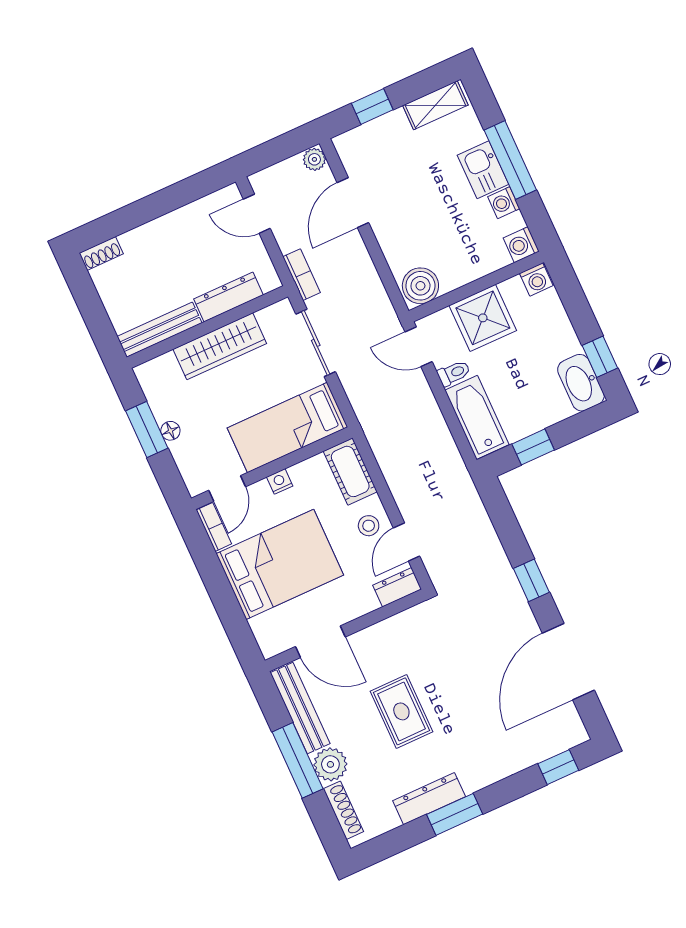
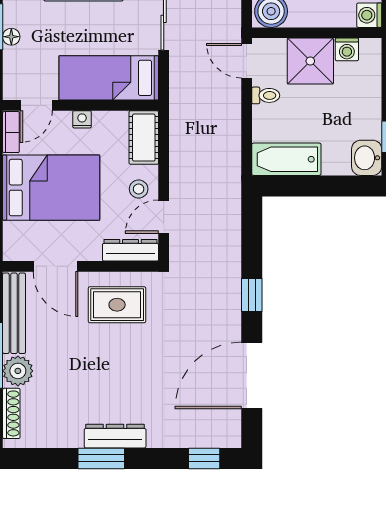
washing machine: (536, 279) -> (347, 49), moved
washbasin: (581, 383) -> (367, 158), width x0.72
bathtub: (477, 417) -> (286, 159), moved, turned -90
window: (533, 447) -> (303, 186), removed
dresser: (397, 587) -> (130, 250), width x1.44
rug: (401, 711) -> (117, 305), moved, turned 90
dresser: (429, 799) -> (115, 436), moved

